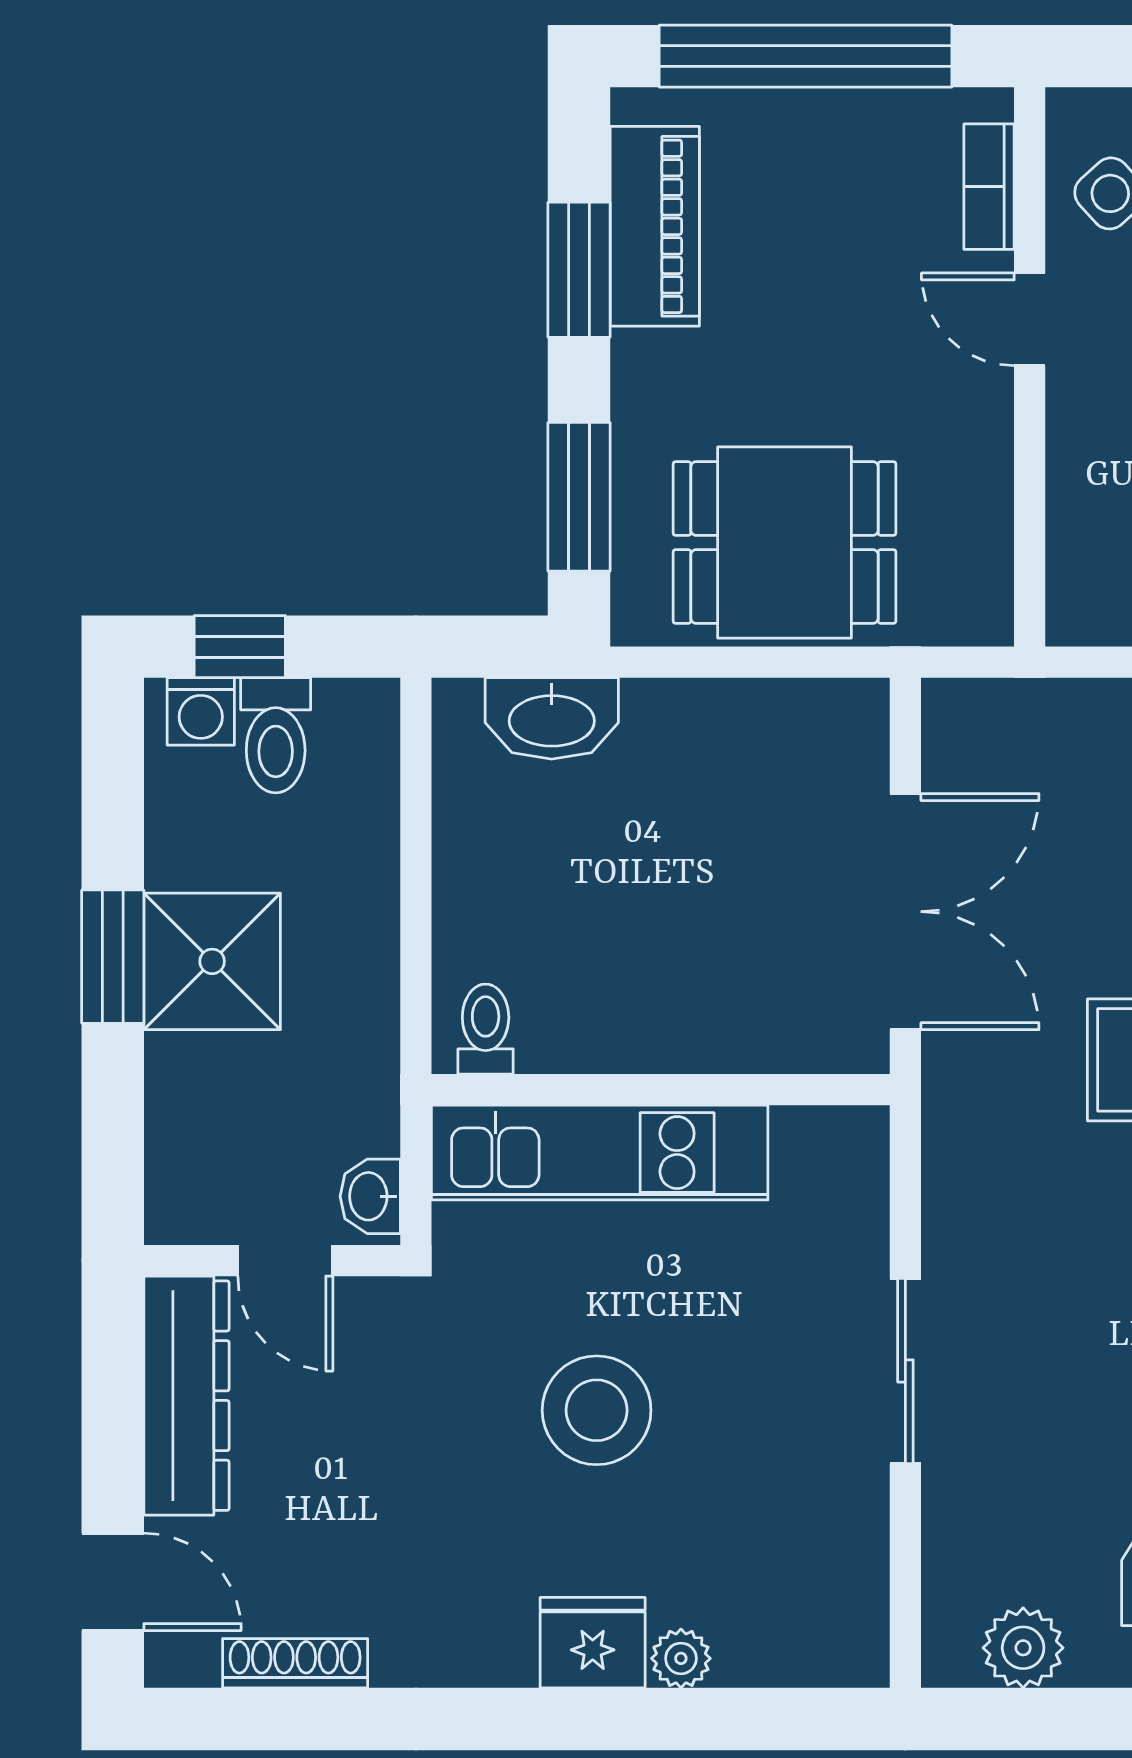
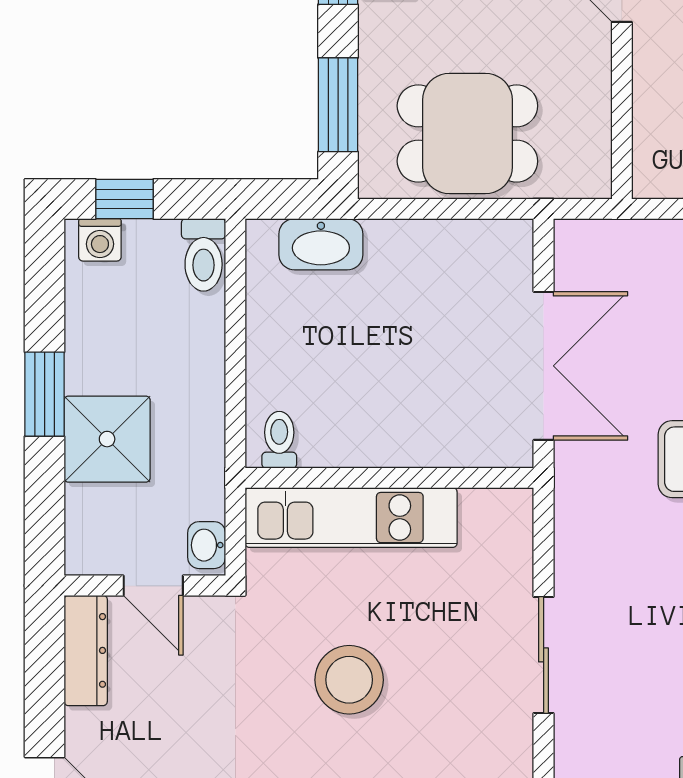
toilet: (276, 735) -> (204, 255), moved
shower: (212, 961) -> (107, 439), moved
dresser: (186, 1396) -> (86, 650), width x0.73, depth x0.80

